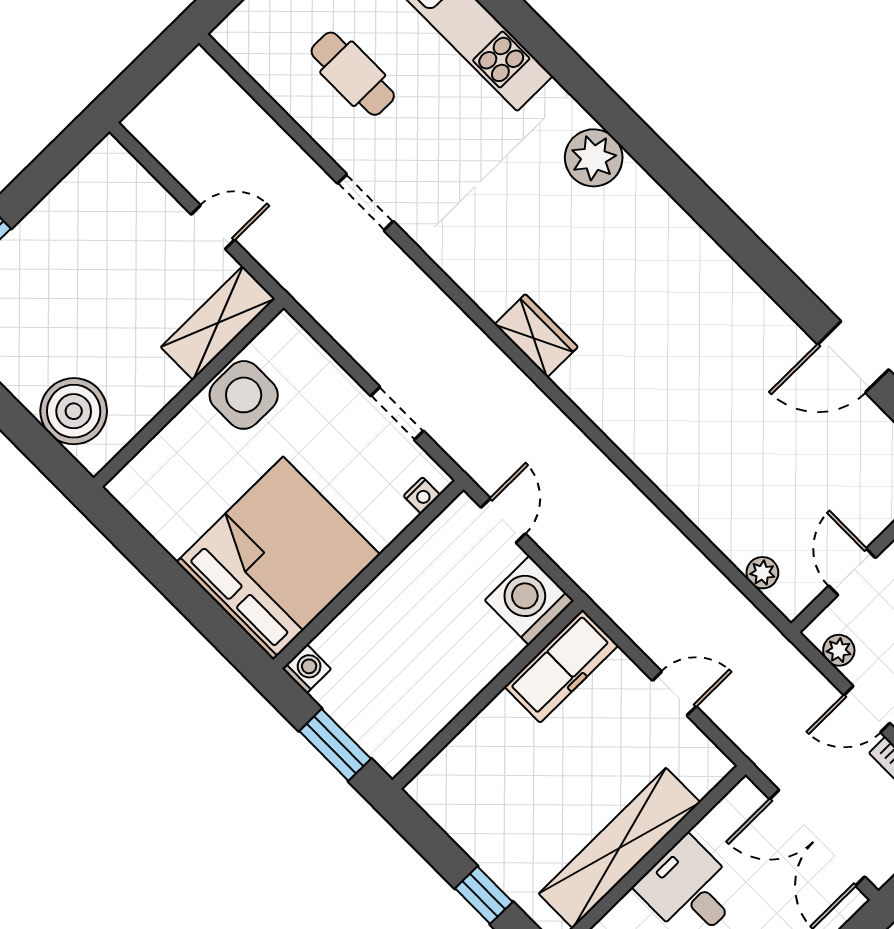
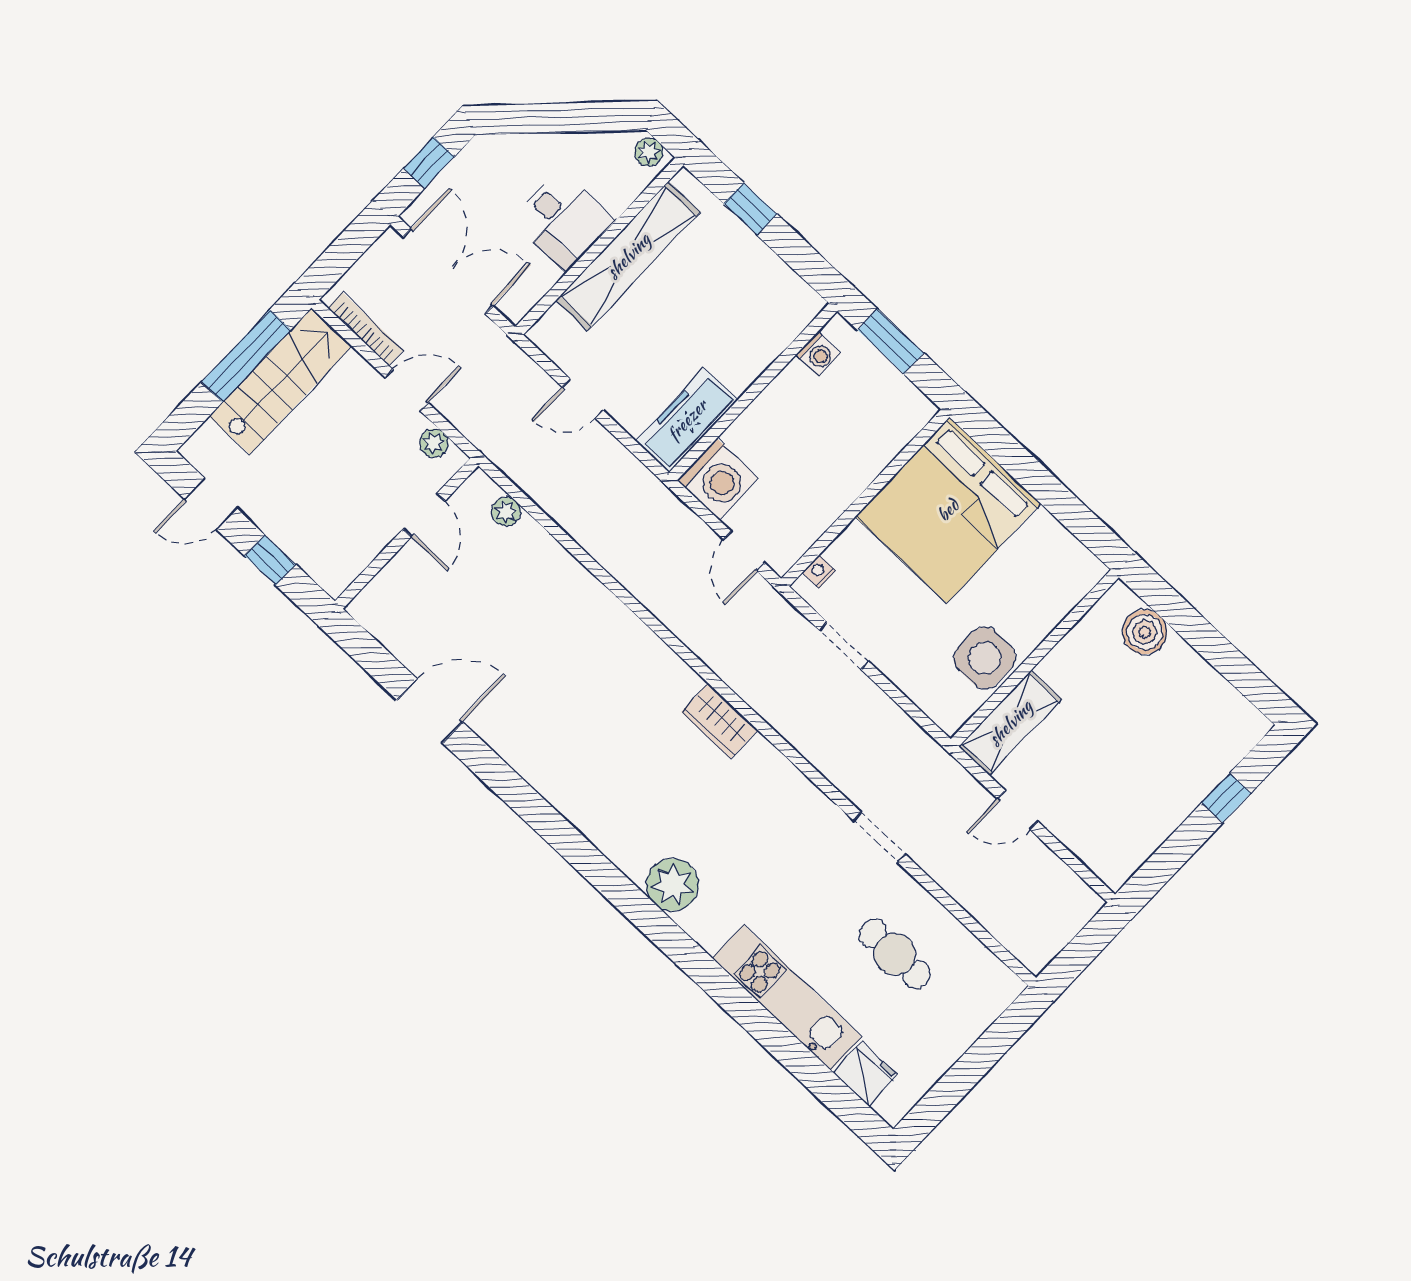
boiler: (74, 411) -> (1145, 632), width x0.73, depth x0.73
washing machine: (307, 669) -> (818, 354), moved, turned -90

